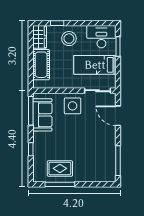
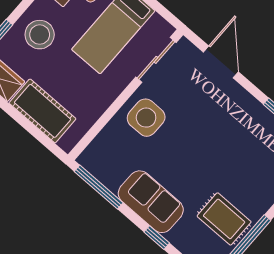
sofa: (42, 115) -> (151, 202), moved
door: (118, 116) -> (221, 62), swing flipped
rug: (60, 168) -> (224, 219), turned 90

